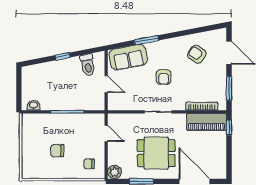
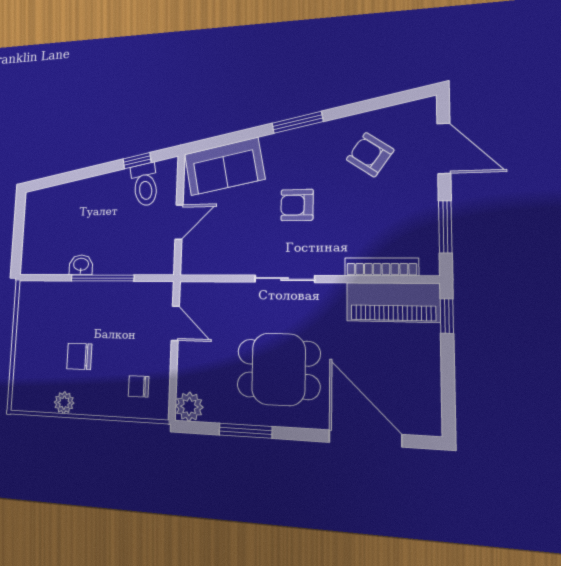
window: (146, 40) -> (297, 122), moved
window: (63, 56) -> (137, 161), moved
armchair: (164, 77) -> (297, 205), turned 90
door: (106, 84) -> (179, 222), hinge flipped
washbasin: (33, 105) -> (81, 265), moved
plant: (51, 173) -> (64, 403), added

